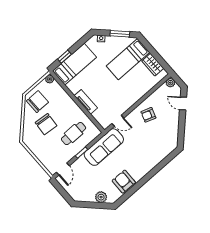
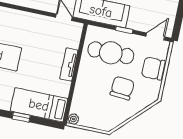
window: (64, 57) -> (21, 117), moved
chair: (37, 102) -> (153, 69), moved
cafe table: (74, 134) -> (111, 53), width x1.37, depth x1.35

